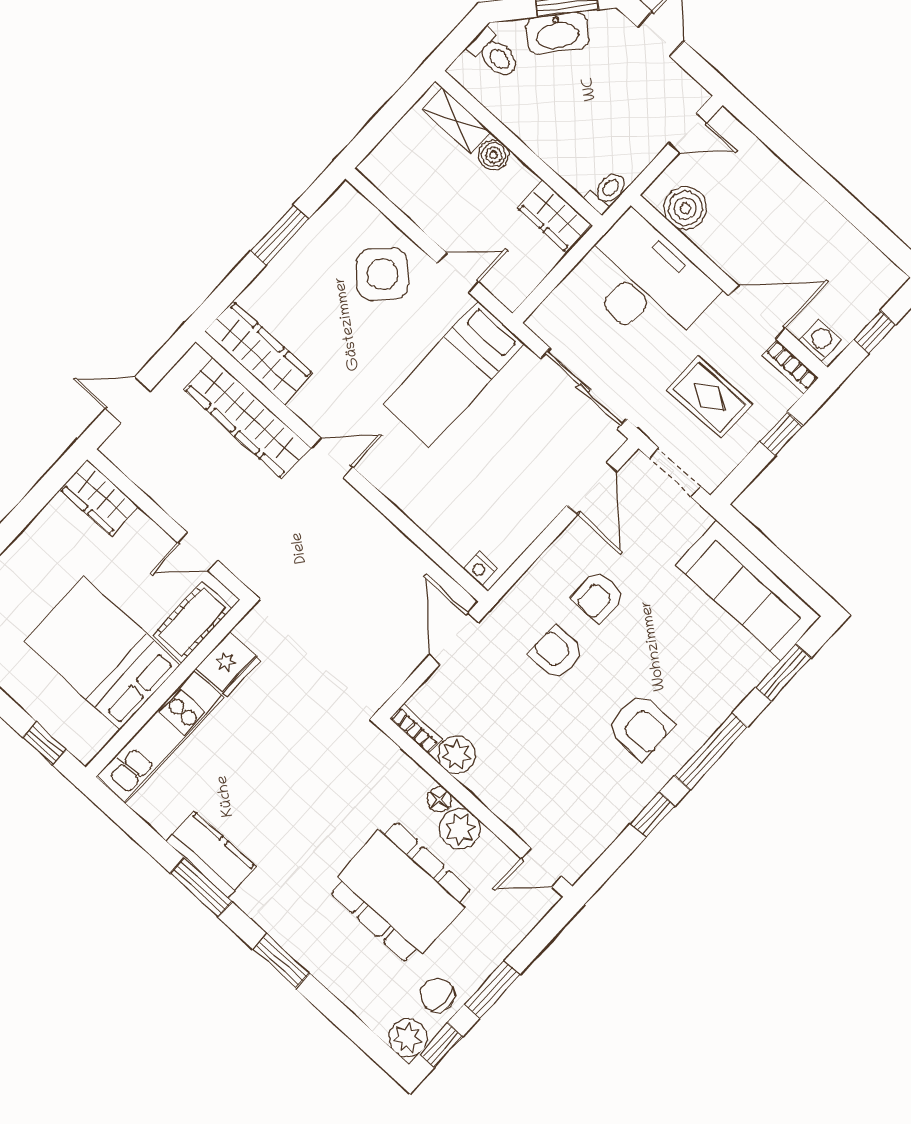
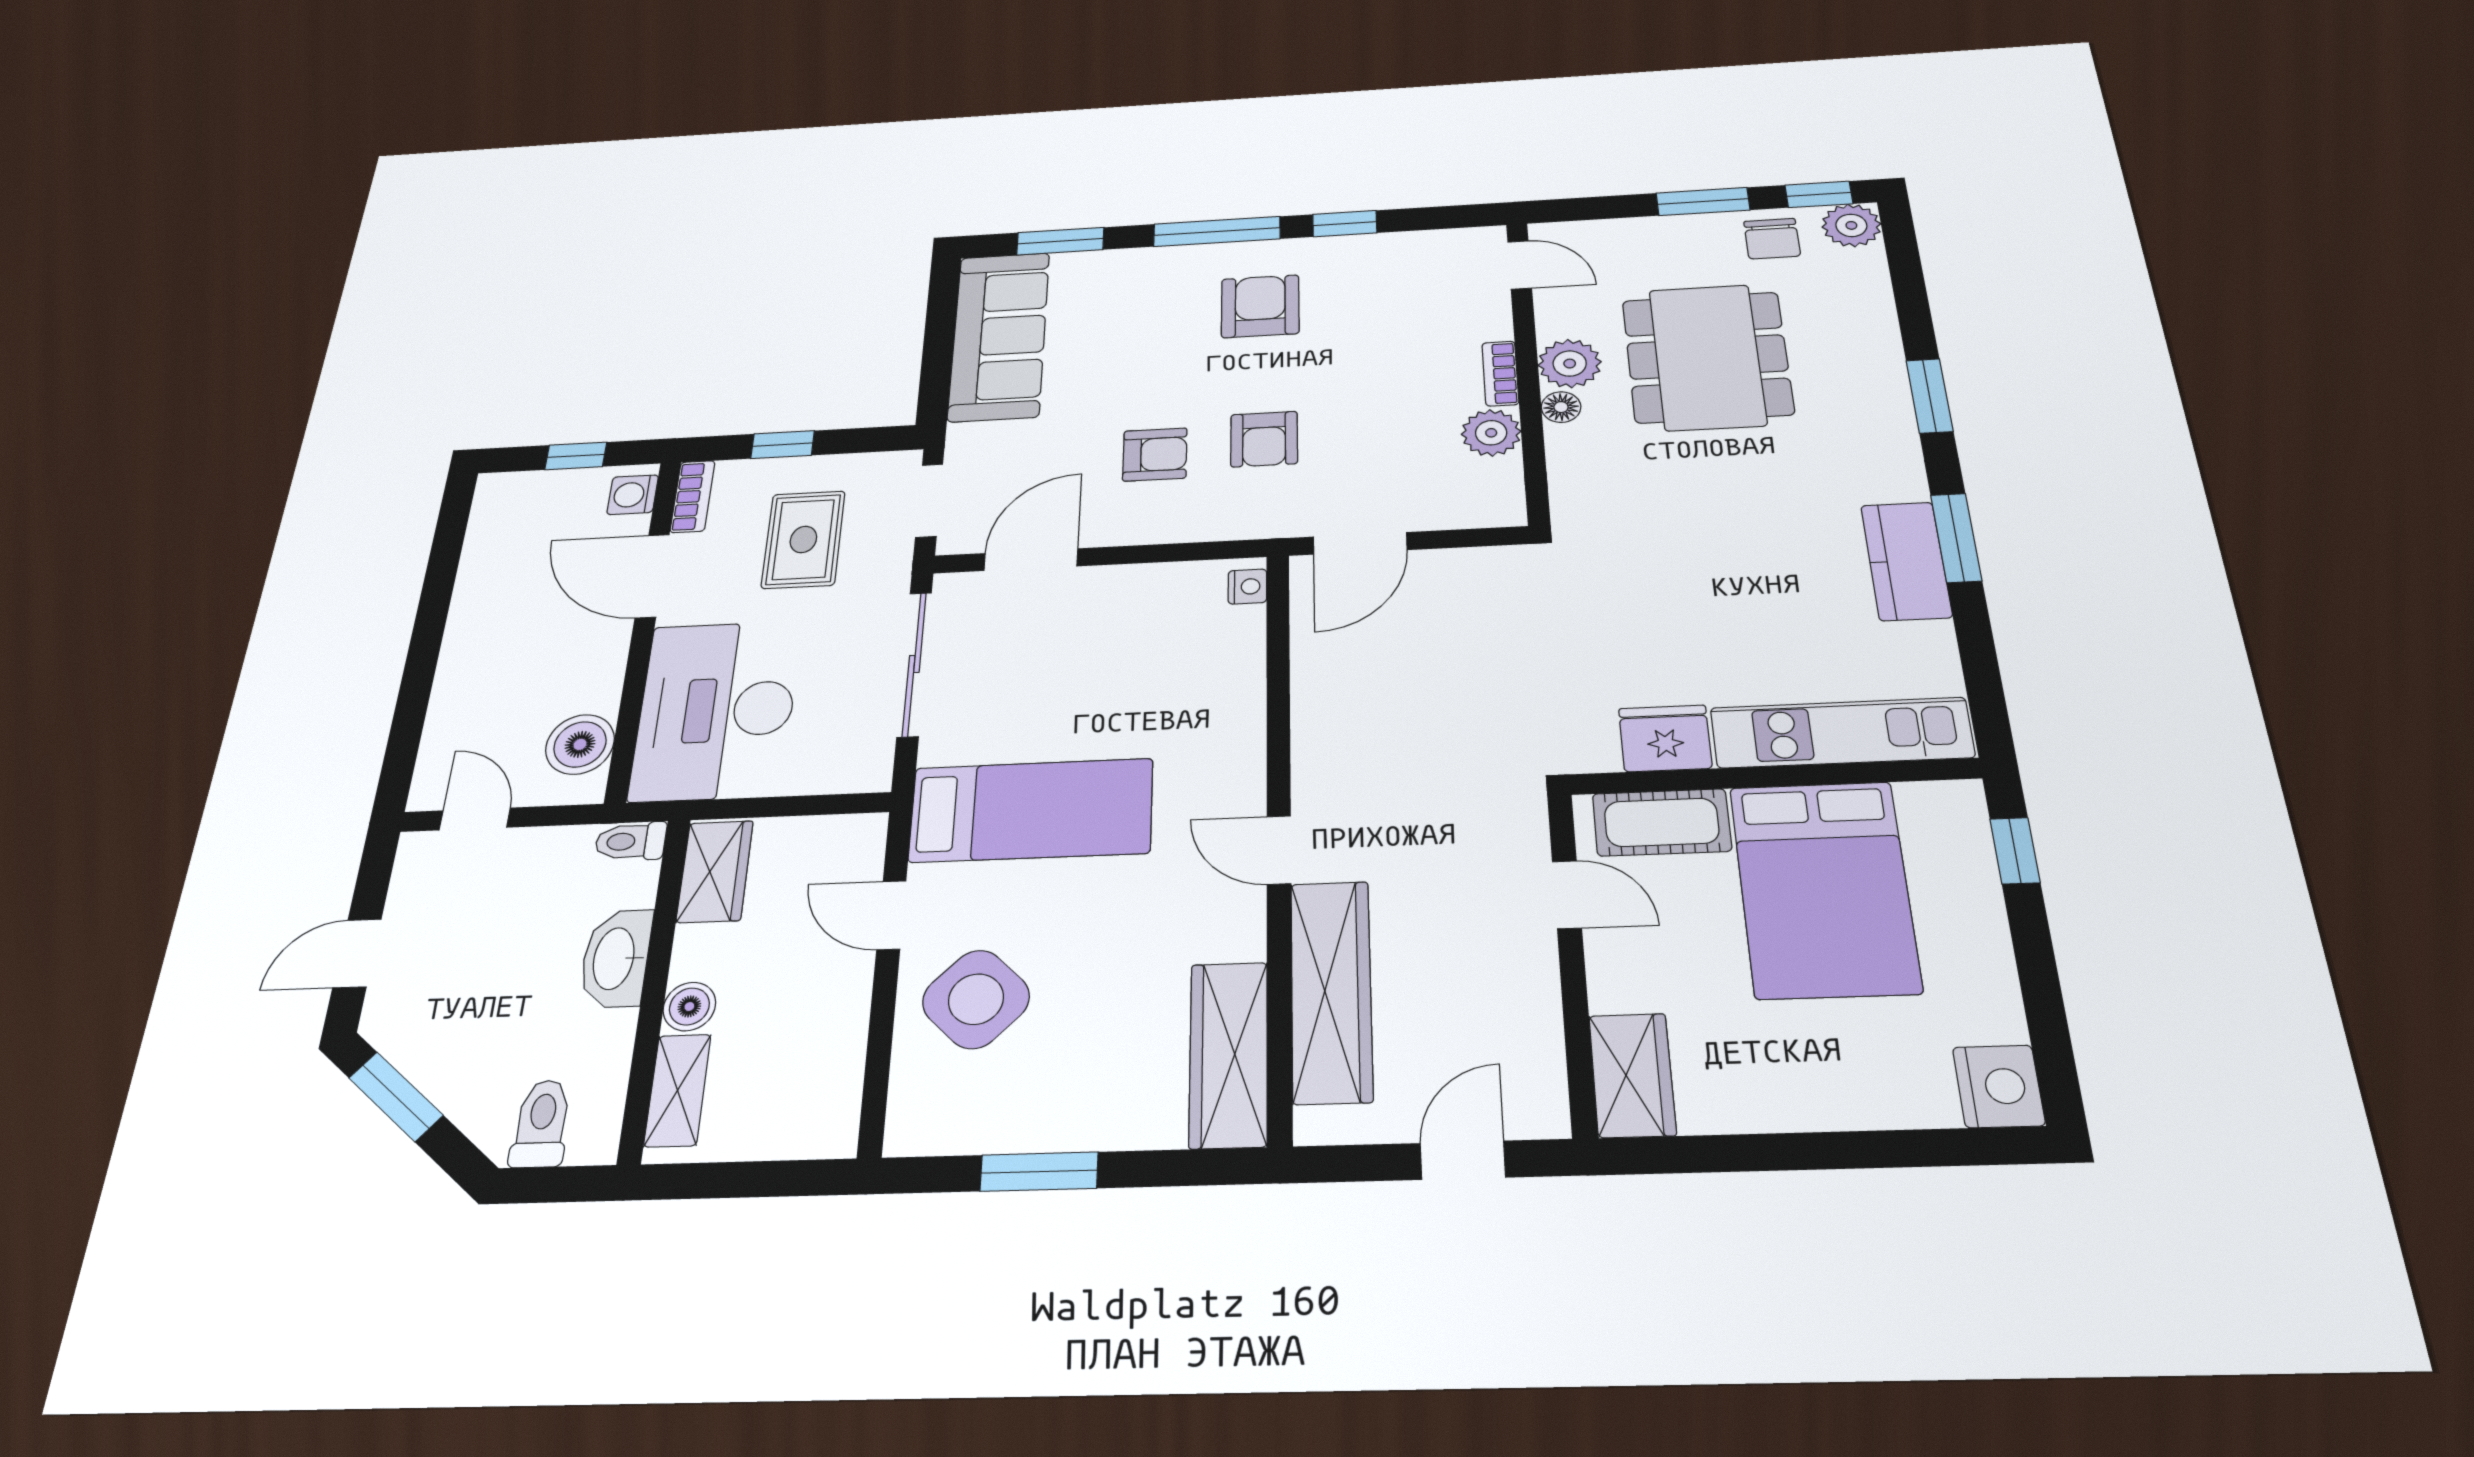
washbasin: (557, 33) -> (616, 958), moved, turned -131
door: (128, 400) -> (1463, 1160), swing flipped
bookcase: (416, 729) -> (1500, 373), moved

